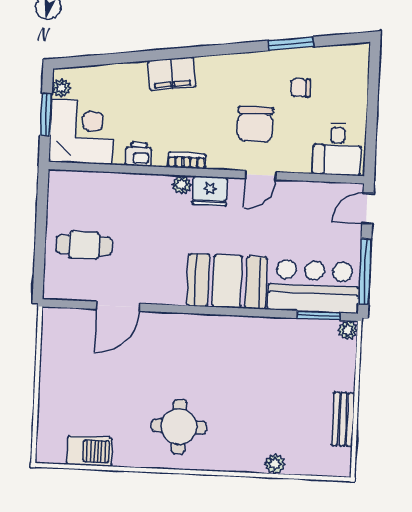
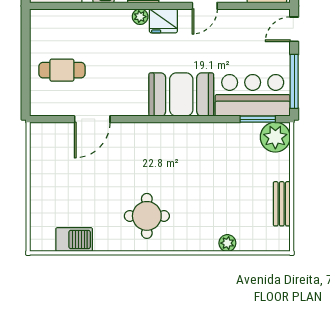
plant: (348, 330) -> (275, 137), width x1.88, depth x1.88

